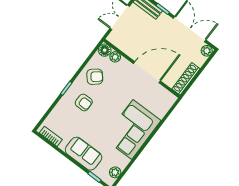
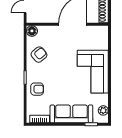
plant: (115, 57) -> (43, 30), removed
armchair: (84, 102) -> (37, 89), moved
sofa: (84, 154) -> (71, 114), width x1.36

